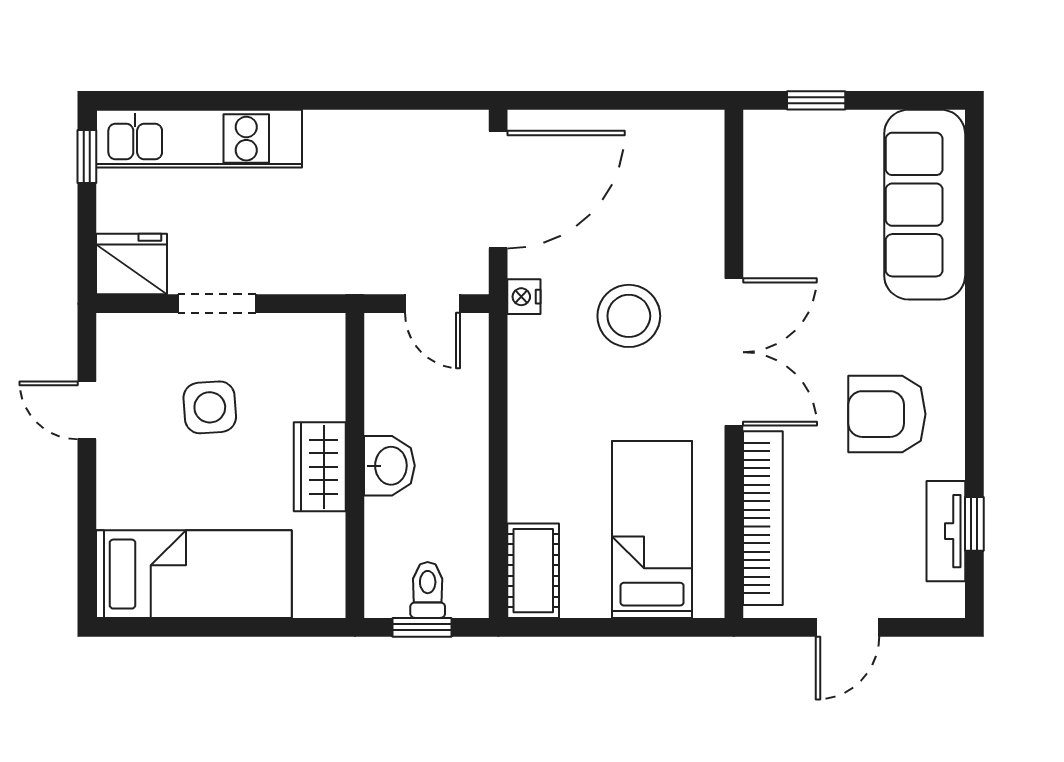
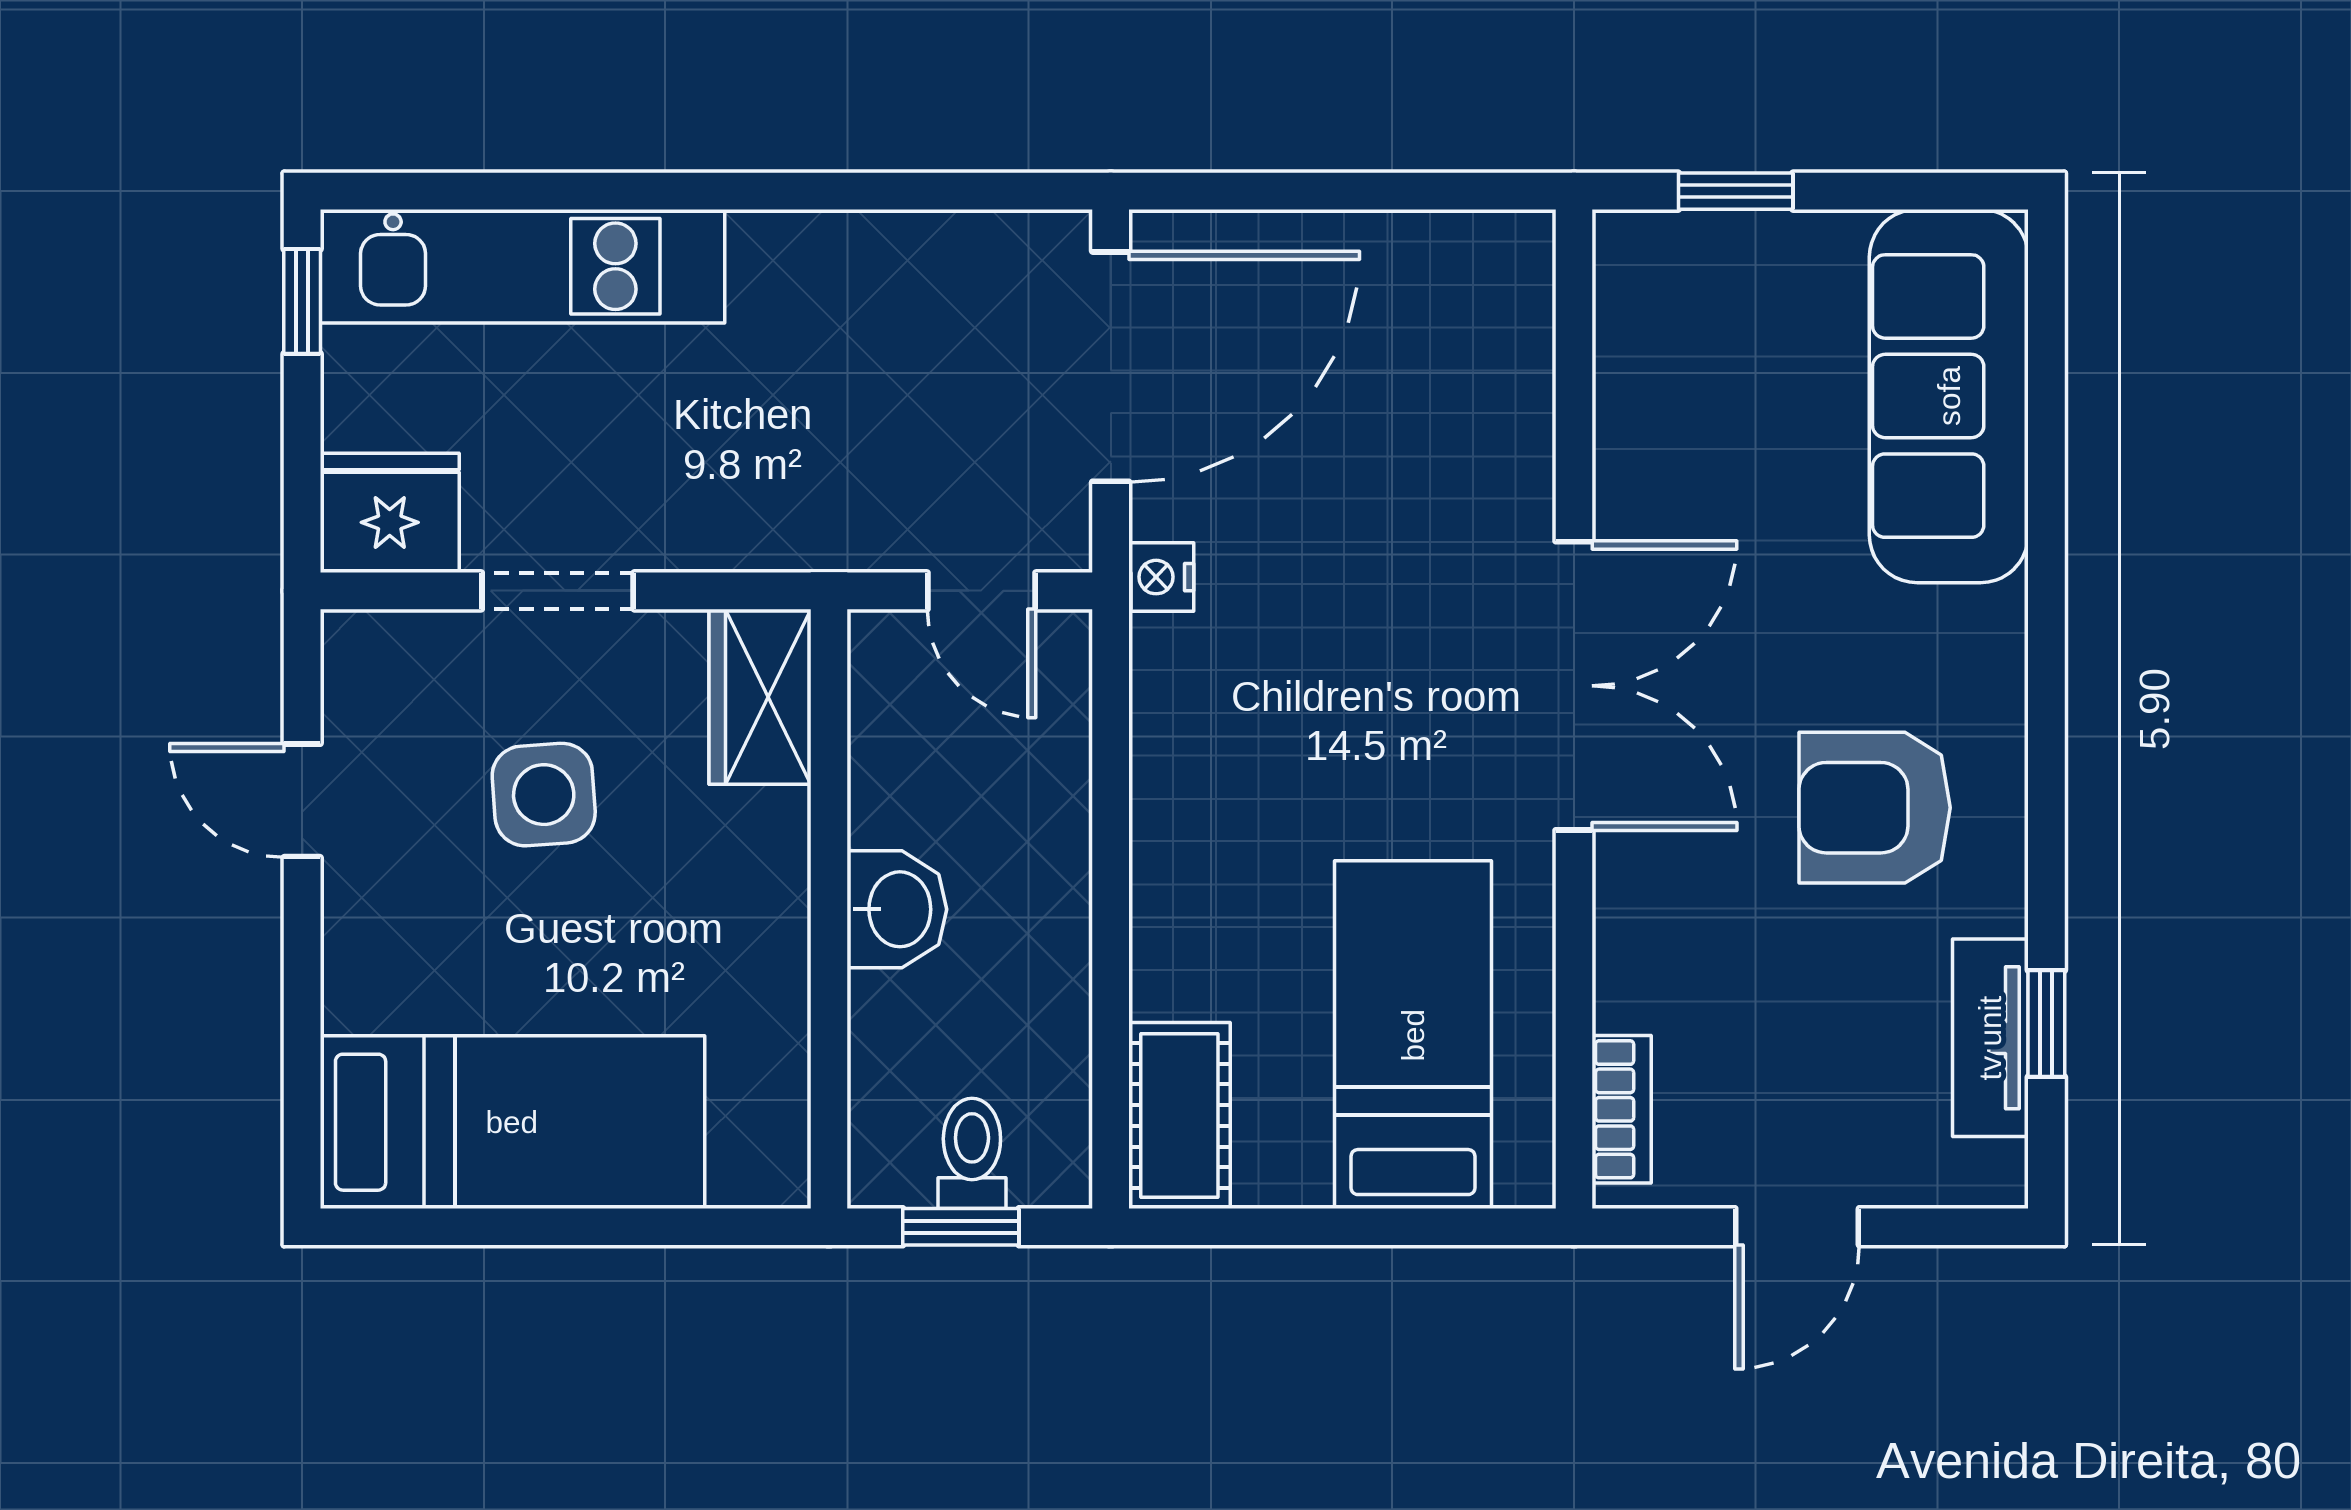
stool: (629, 316) -> (1367, 615), removed
wardrobe: (320, 467) -> (760, 697), moved
bookcase: (763, 518) -> (1622, 1109), width x0.43, depth x0.76

